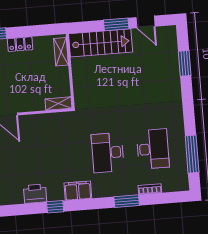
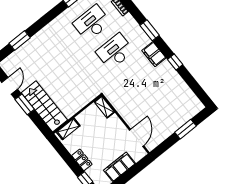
desk: (108, 153) -> (115, 51), turned 180
printer: (35, 194) -> (176, 82), removed
window: (127, 201) -> (150, 30), moved

